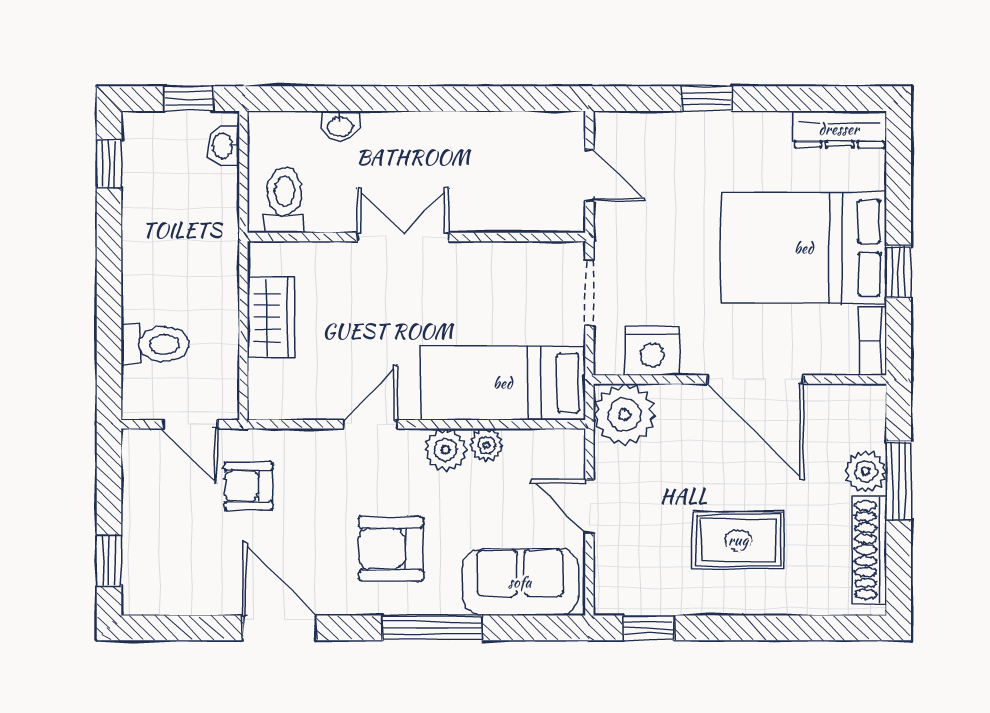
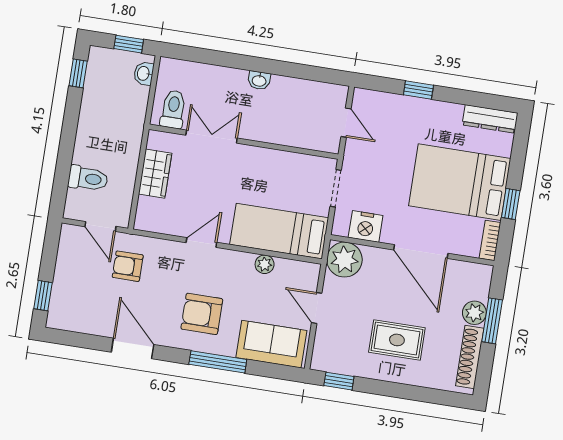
washbasin: (340, 126) -> (259, 80), moved
double door: (403, 237) -> (212, 137), moved
plant: (445, 450) -> (241, 263), removed

